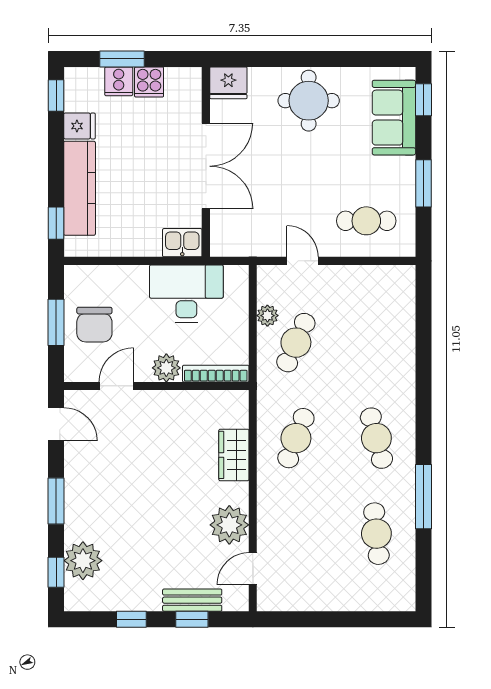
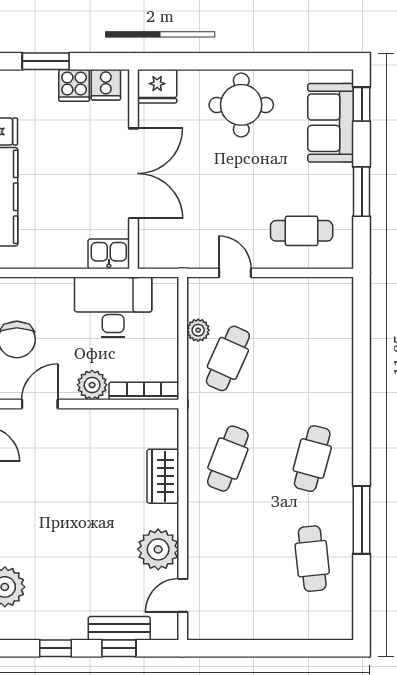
cooker: (119, 81) -> (106, 85), moved
cafe table: (376, 438) -> (312, 459), turned 30

